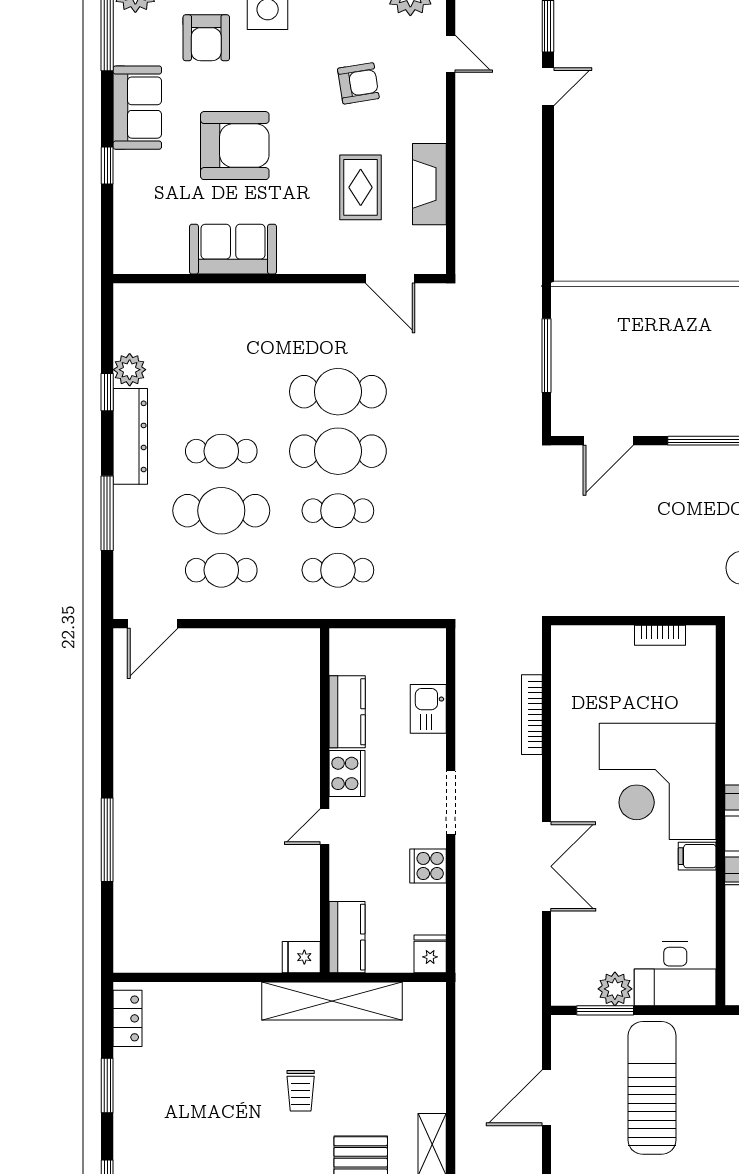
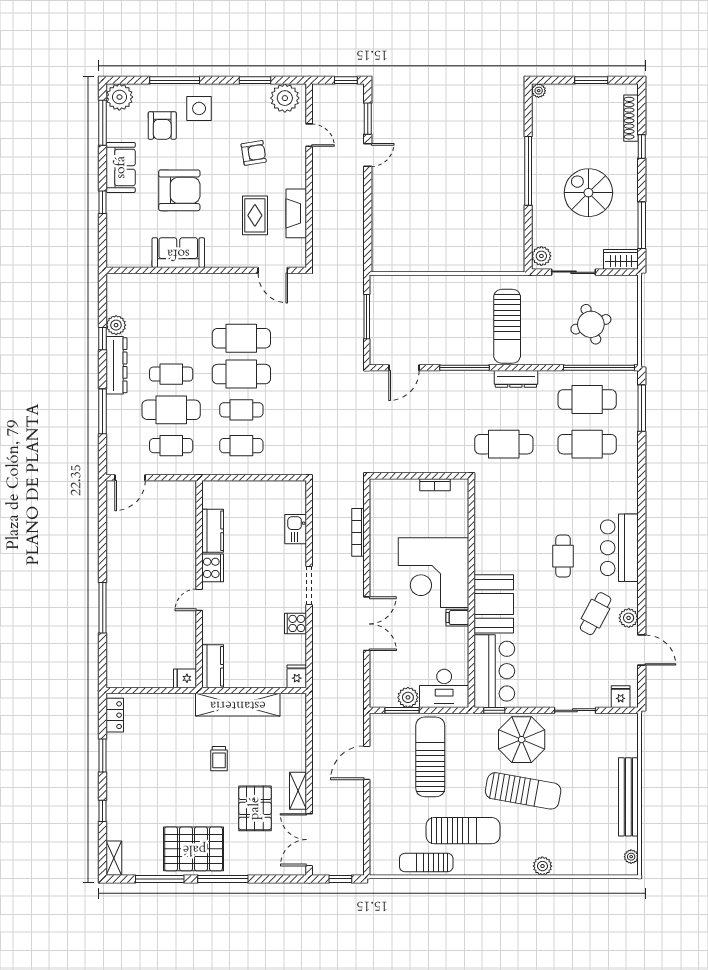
kitchen counter: (347, 712) -> (213, 531), moved
cooker: (347, 773) -> (213, 568), moved
wall: (325, 801) -> (199, 584), moved
door: (325, 827) -> (199, 600), moved
kitchen counter: (347, 937) -> (213, 666), moved
fridge: (301, 957) -> (185, 678), moved

